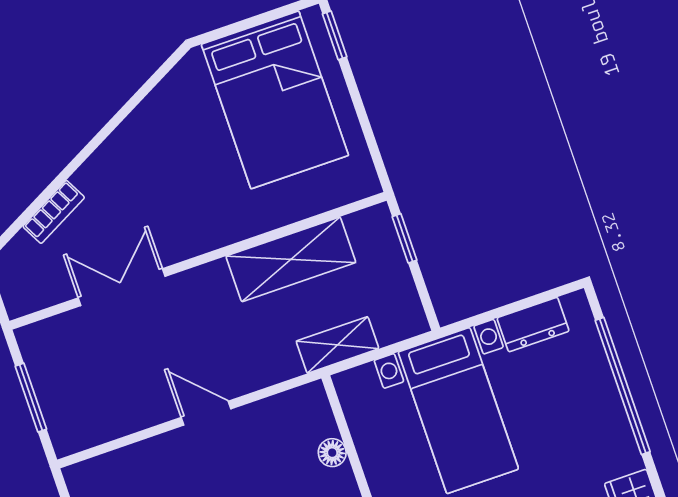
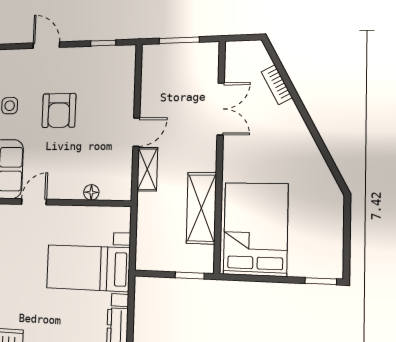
bed: (275, 100) -> (256, 229), moved, turned 90
shelving: (337, 345) -> (147, 169), moved

